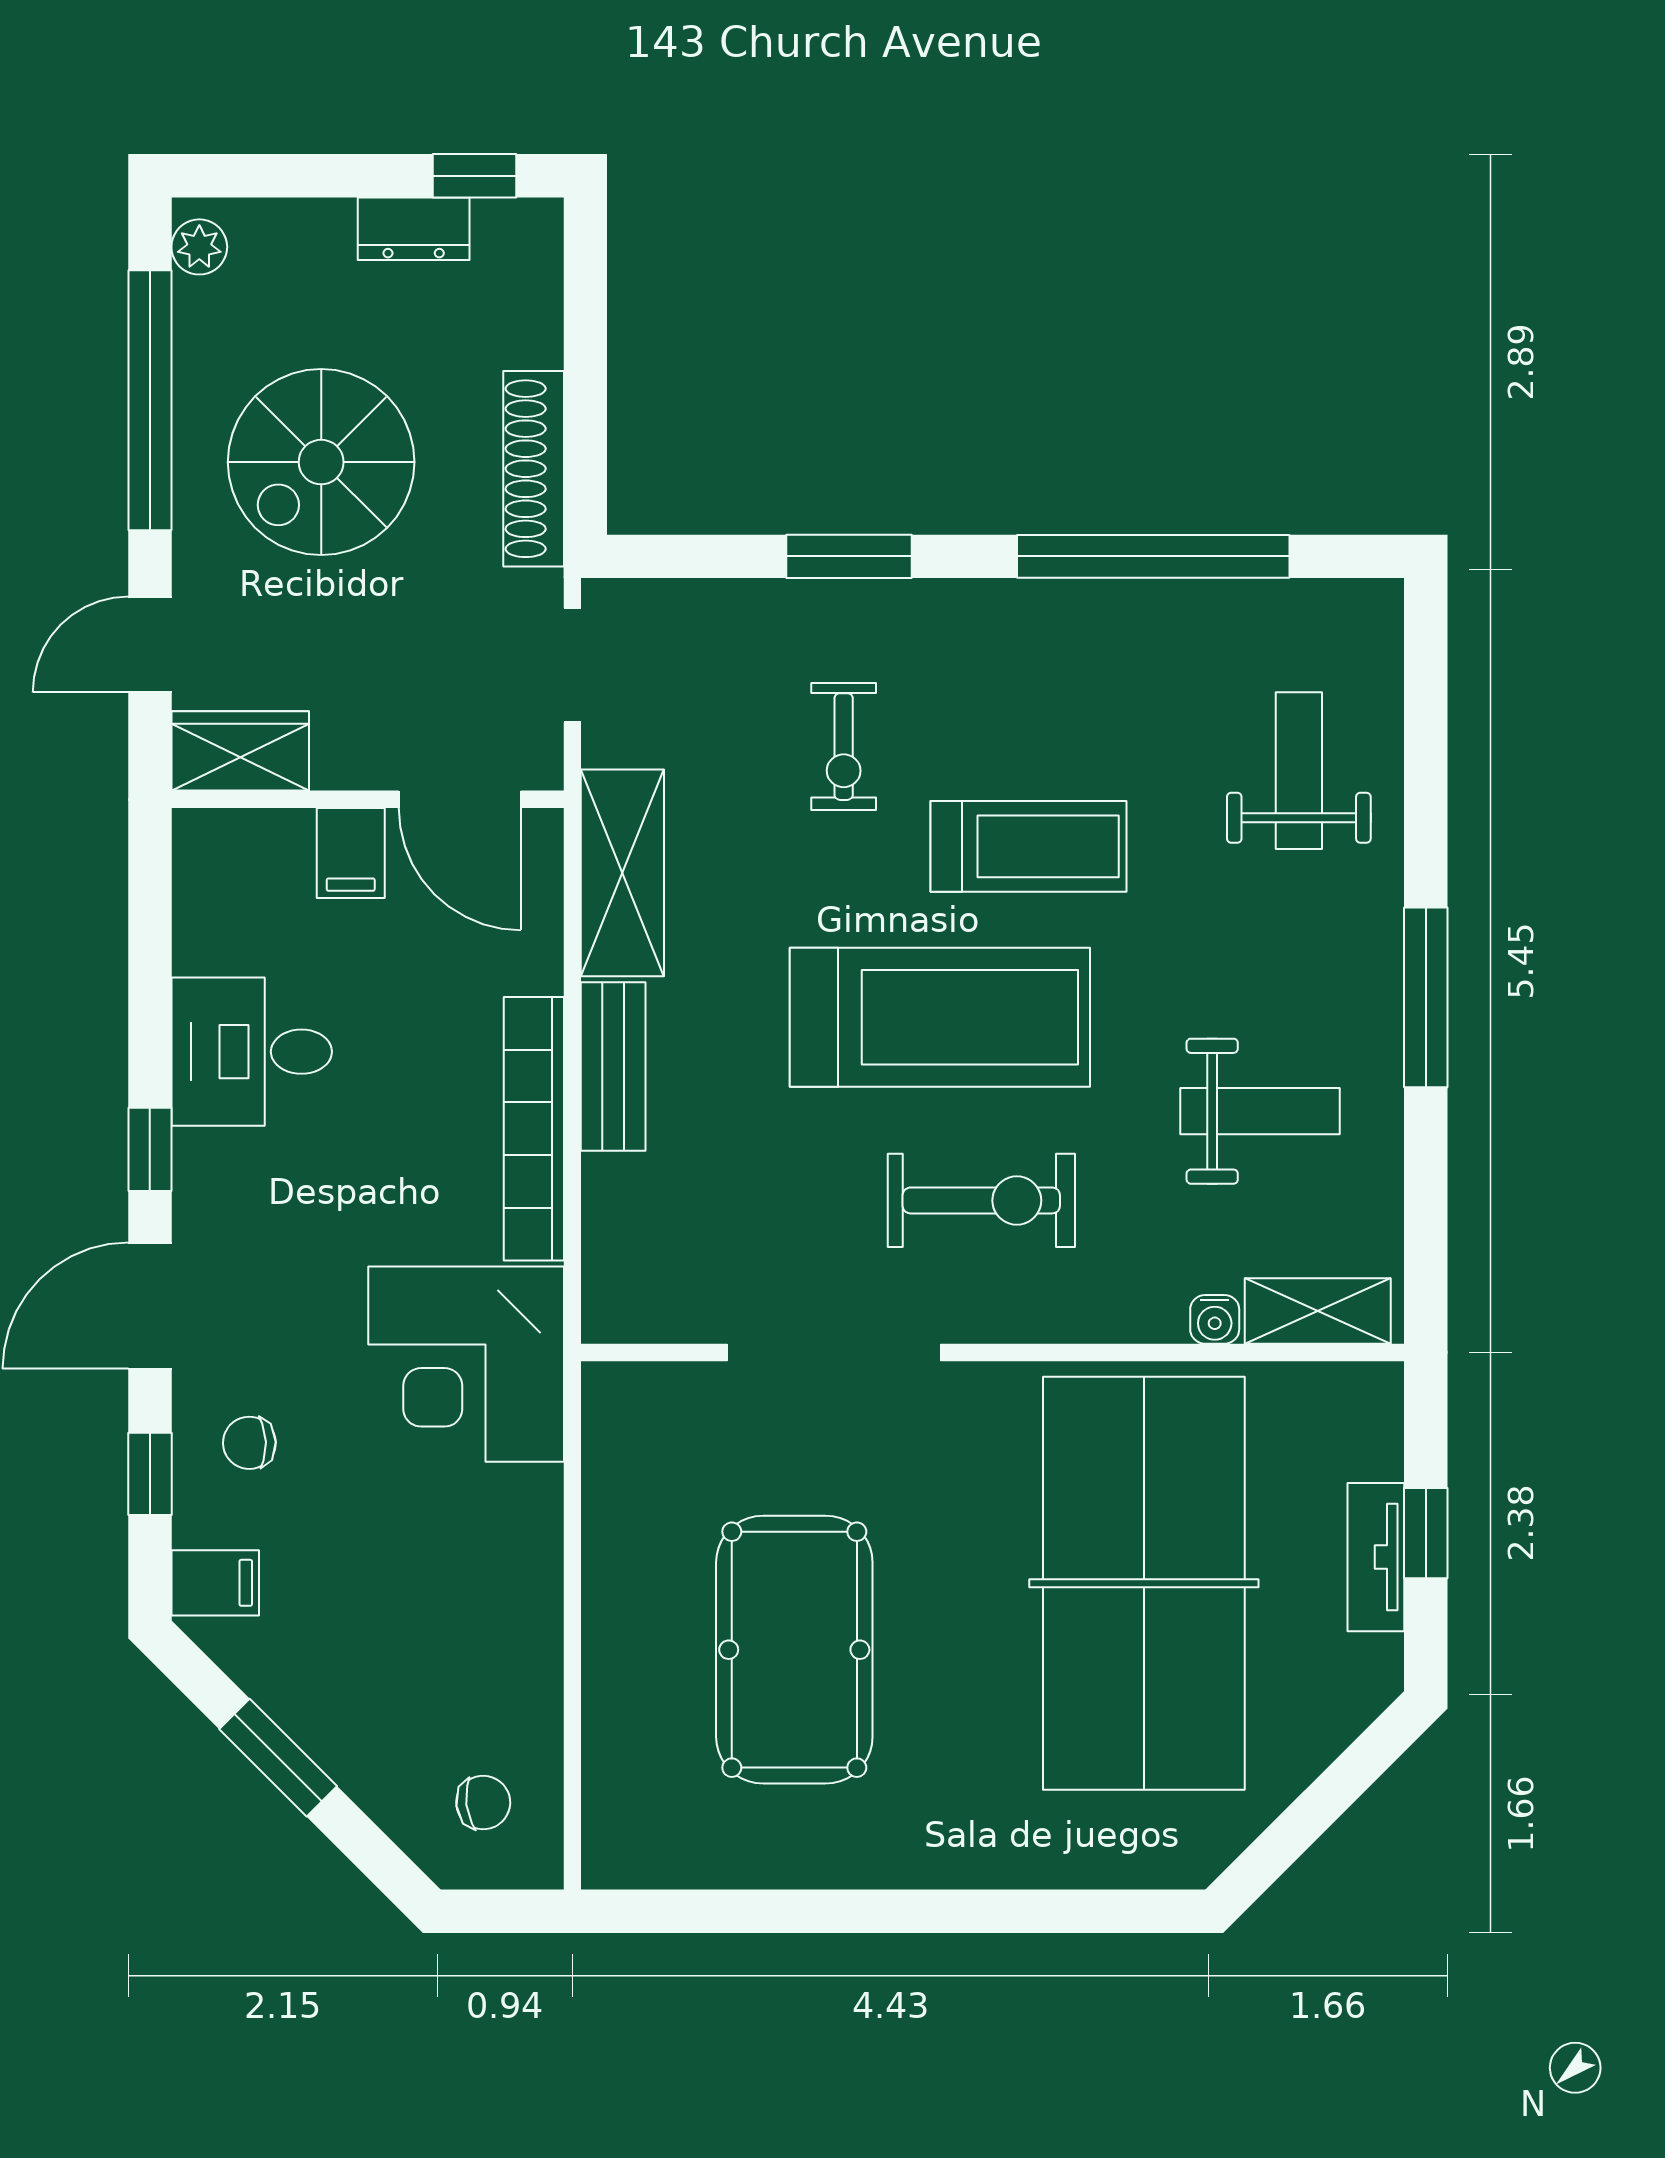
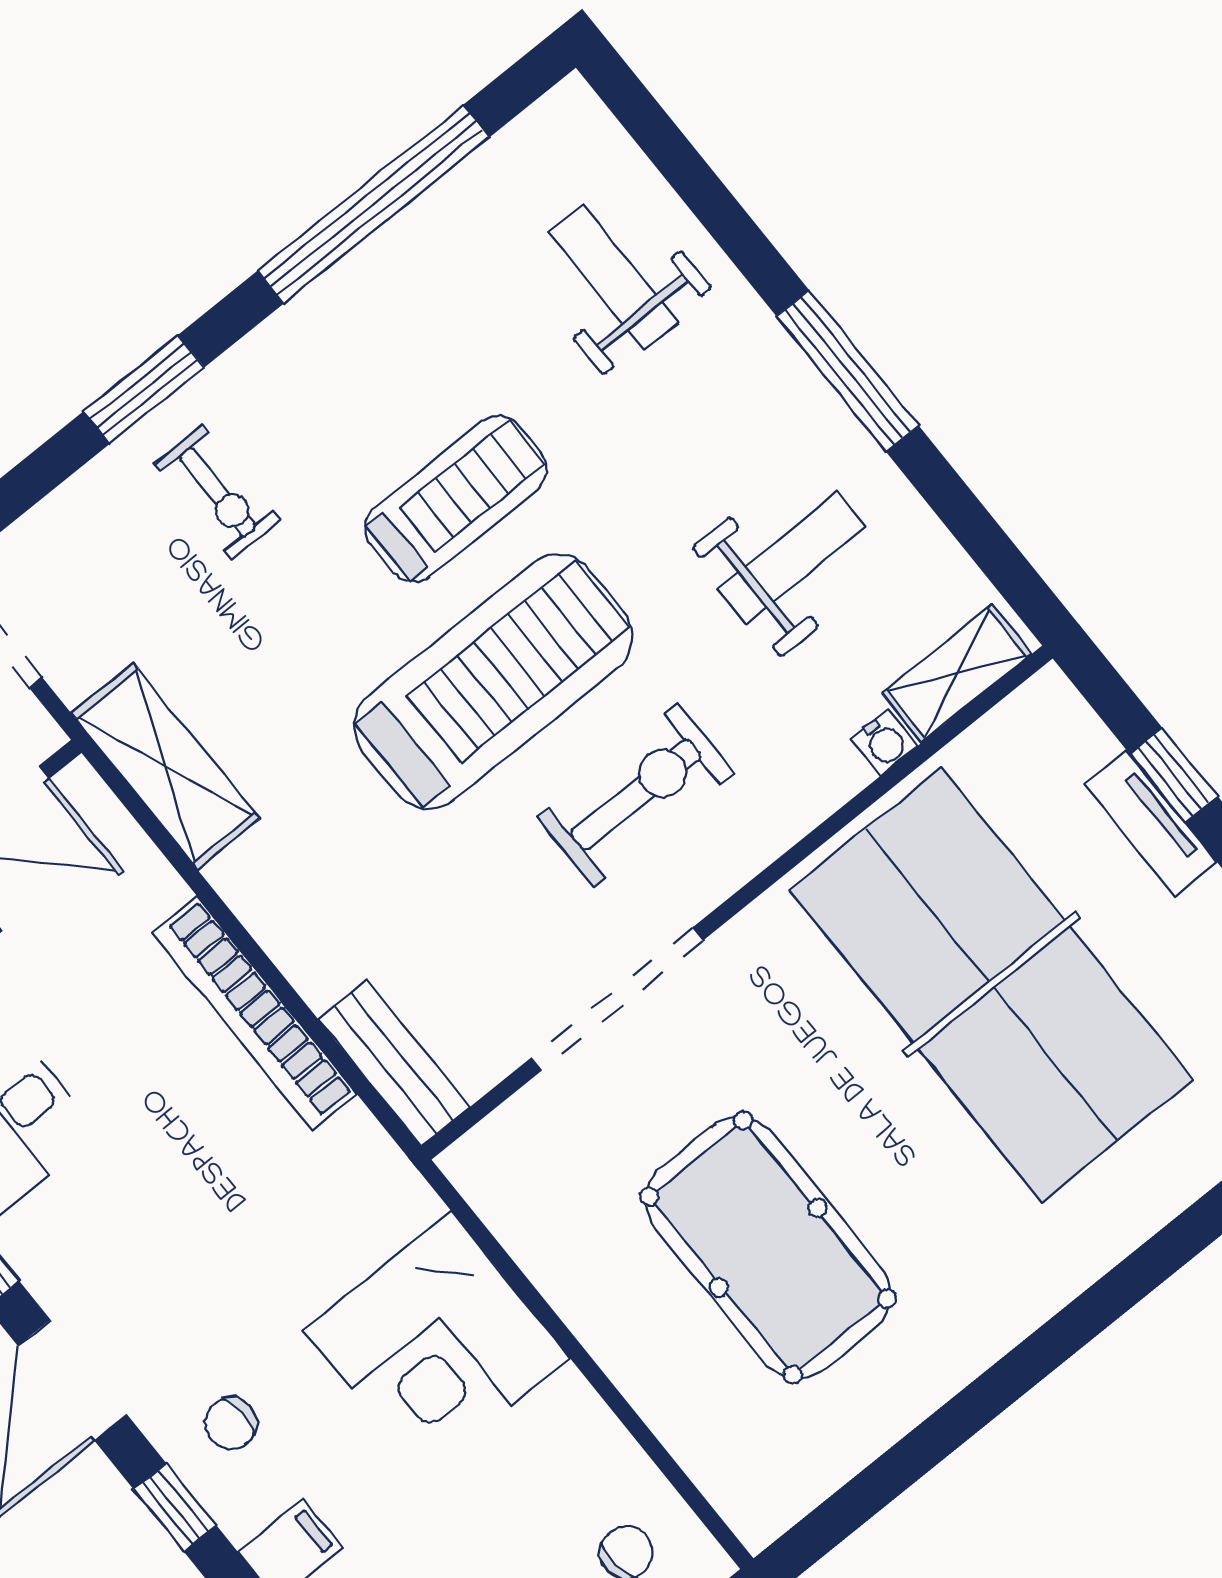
exercise bike: (844, 747) -> (218, 492), moved
bench: (613, 1066) -> (394, 1063), moved
corner desk: (466, 1364) -> (437, 1344), moved

